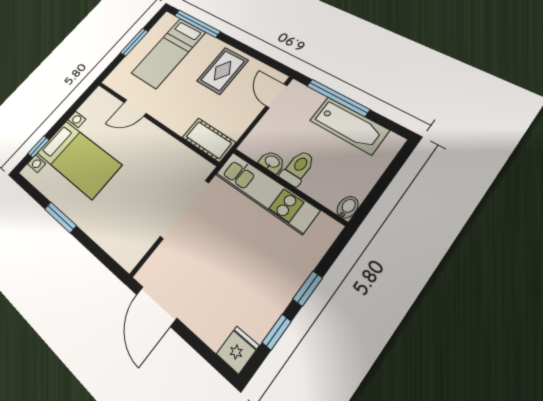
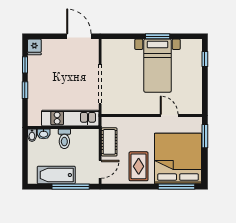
window: (134, 42) -> (205, 136), moved
bed: (168, 53) -> (178, 159), width x2.04
door: (276, 96) -> (100, 169), hinge flipped
door: (135, 108) -> (169, 115), hinge flipped
cot: (209, 140) -> (109, 142), moved, turned 90
bed with nightstands: (78, 159) -> (158, 66), moved, turned -90
washbasin: (272, 162) -> (44, 134), moved

